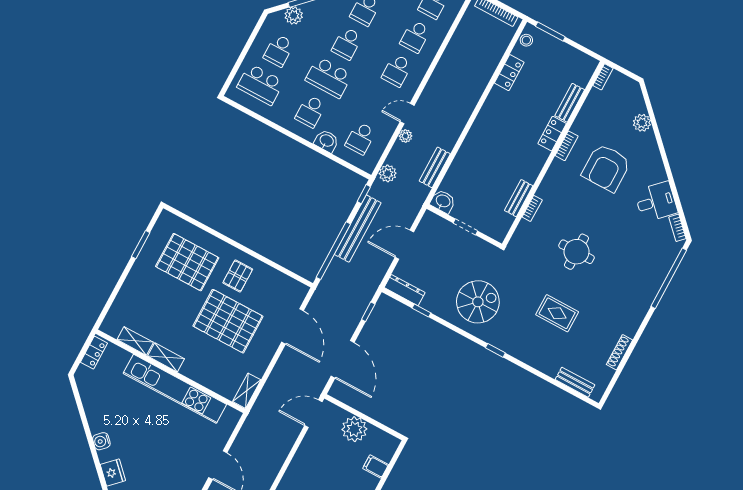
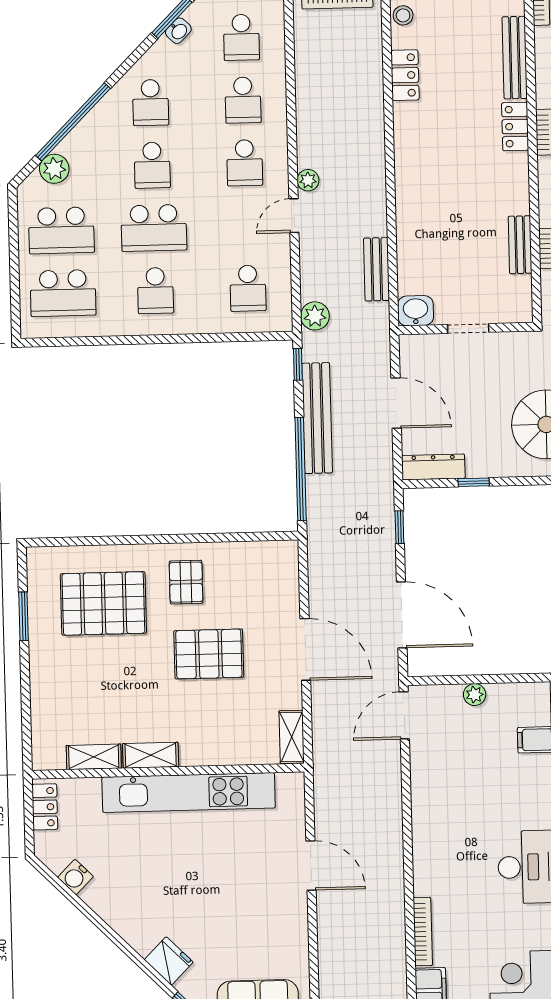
school desk: (279, 50) -> (61, 230), width x1.85
bench: (570, 103) -> (515, 58), width x1.36
plant: (405, 136) -> (308, 180), moved
washbasin: (326, 141) -> (202, 320), removed
door: (404, 245) -> (396, 403), swing flipped
pallet: (228, 321) -> (209, 654), width x0.73, depth x0.71
door: (292, 326) -> (305, 649), moved
plant: (354, 429) -> (475, 695), width x0.53, depth x0.53
water cooler: (101, 441) -> (75, 877), moved

